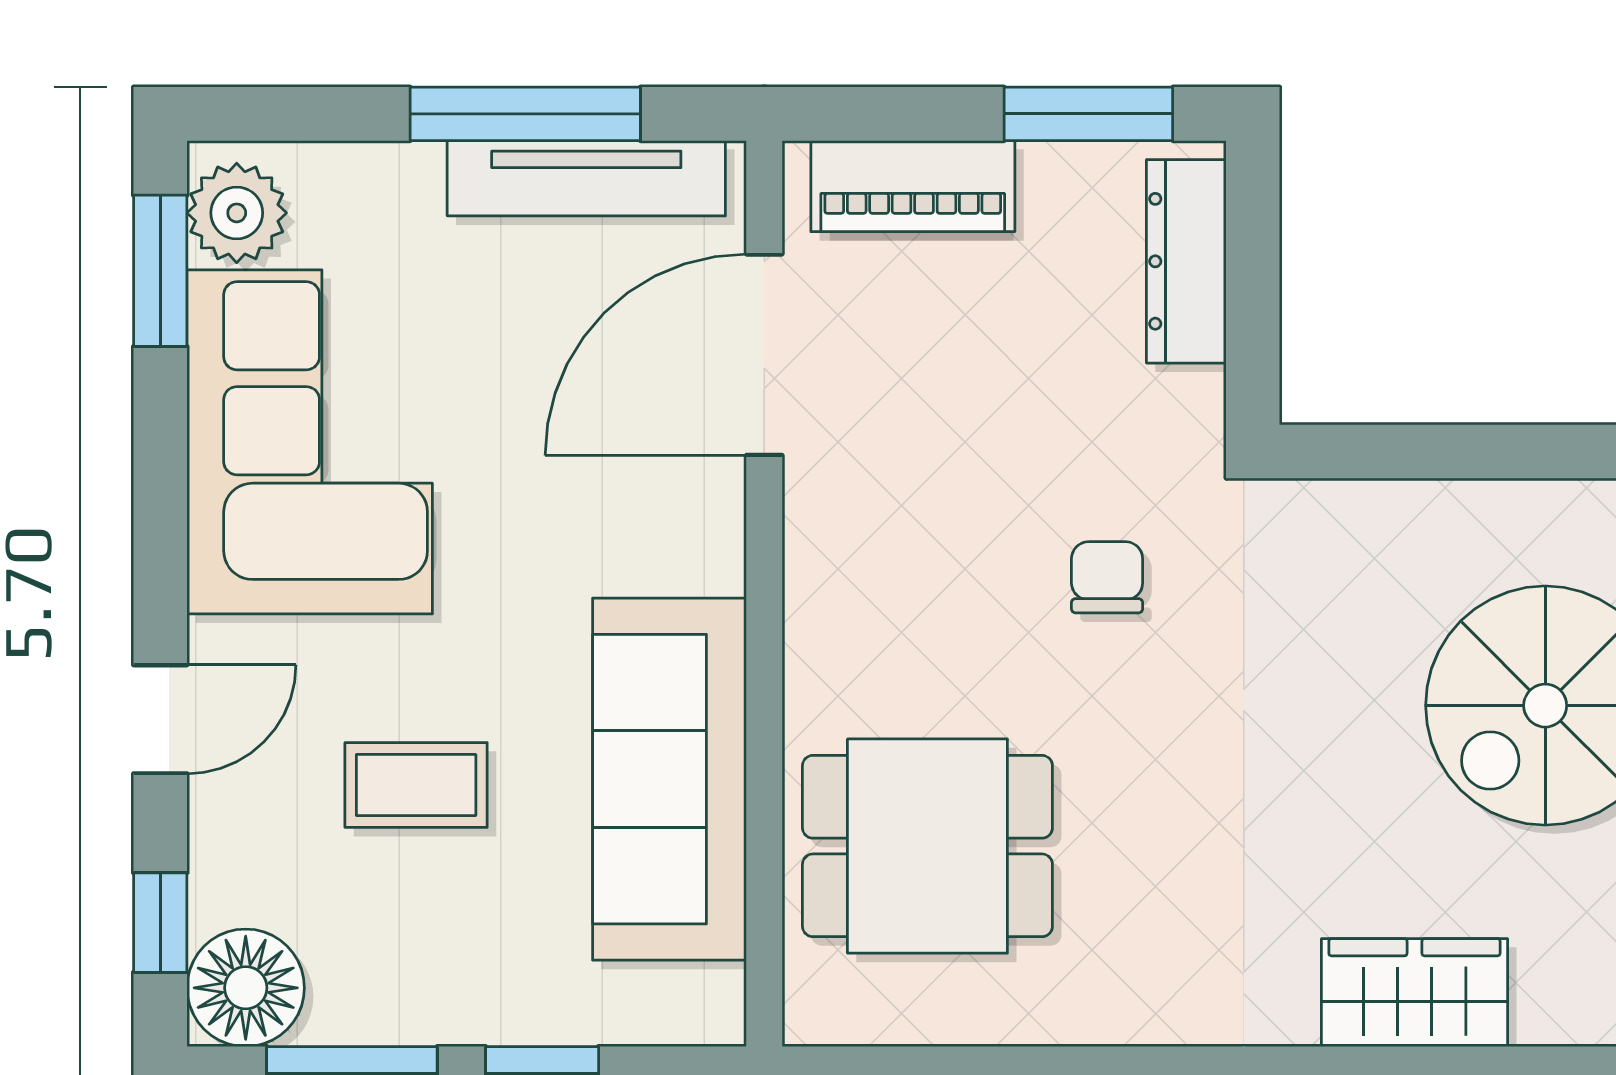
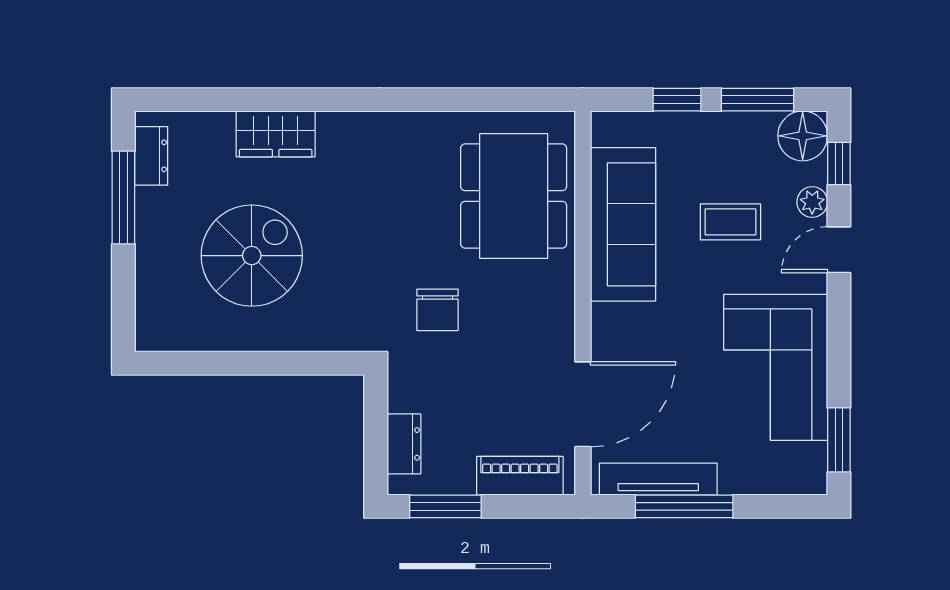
plant: (237, 213) -> (812, 202), moved, width x0.73, depth x0.73
dresser: (1186, 261) -> (404, 444), width x0.70
chair: (1107, 577) -> (437, 310), width x1.37, depth x1.37
dining table: (927, 846) -> (514, 196), width x1.38
wardrobe: (1414, 993) -> (276, 134), moved

